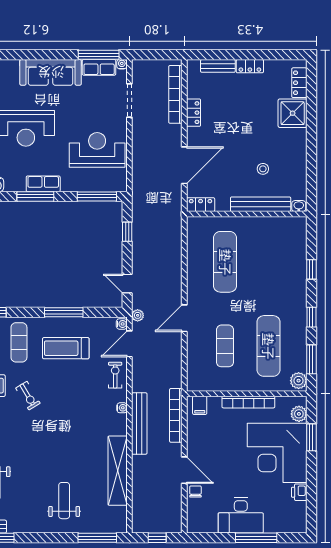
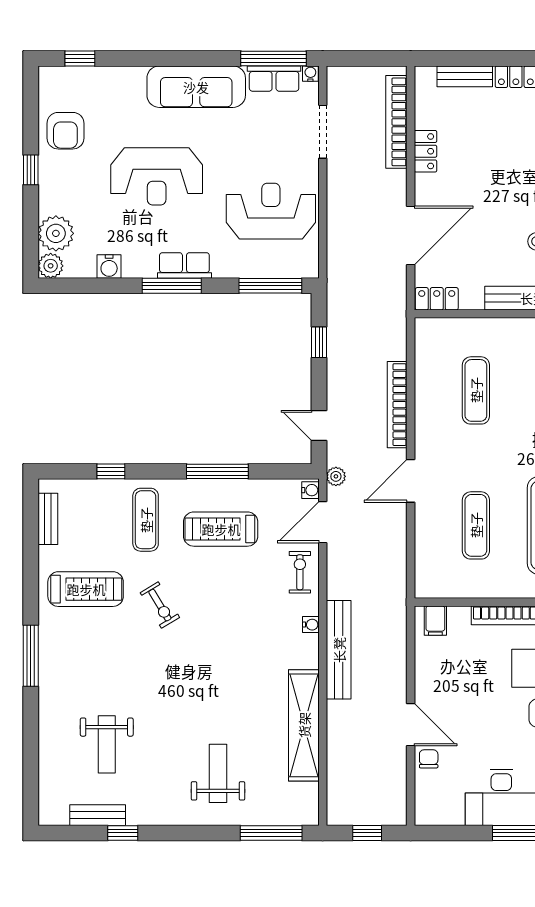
exercise mat: (225, 262) -> (476, 390), width x0.73, depth x0.69
bookcase: (176, 415) -> (397, 405), moved

